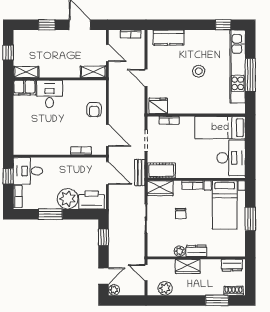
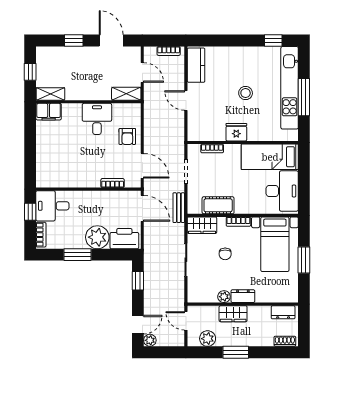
kitchen counter: (169, 38) -> (196, 65), moved, turned -90
desk: (50, 94) -> (97, 119), moved
fridge: (158, 106) -> (236, 132), moved
cot: (161, 170) -> (218, 205), moved
window: (217, 300) -> (236, 352), moved

